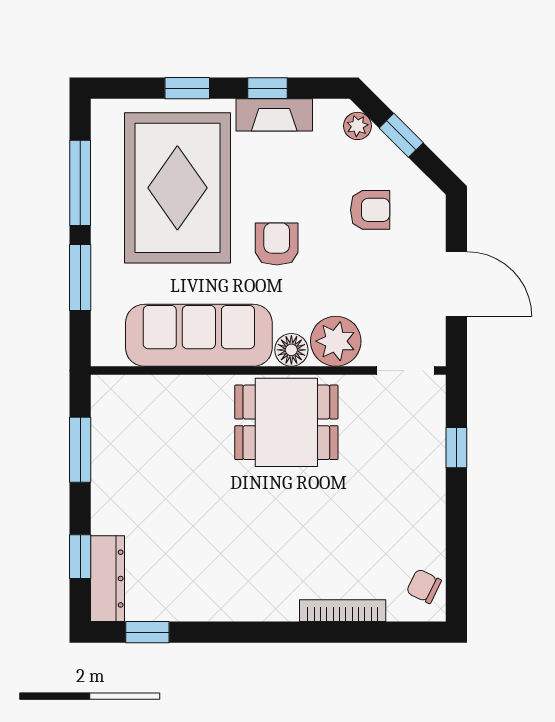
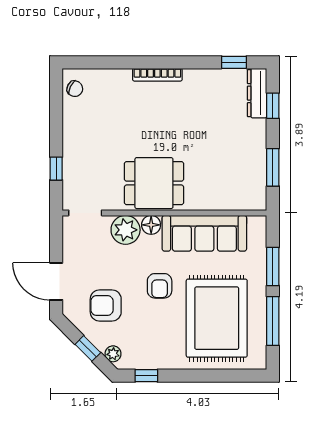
window: (187, 88) -> (211, 376), removed
window: (268, 88) -> (146, 376), moved
fireplace: (274, 115) -> (161, 360), removed
armchair: (370, 210) -> (106, 305), width x1.38, depth x1.38
door: (456, 284) -> (56, 281), moved
bookcase: (343, 611) -> (157, 75), moved

